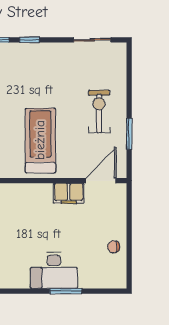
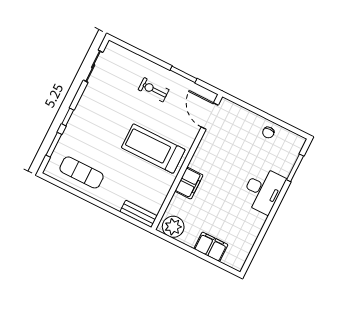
exercise bike: (99, 112) -> (154, 90), width x0.73, depth x0.72
filing cabinet: (69, 193) -> (189, 183), moved
window: (66, 291) -> (295, 168), moved

